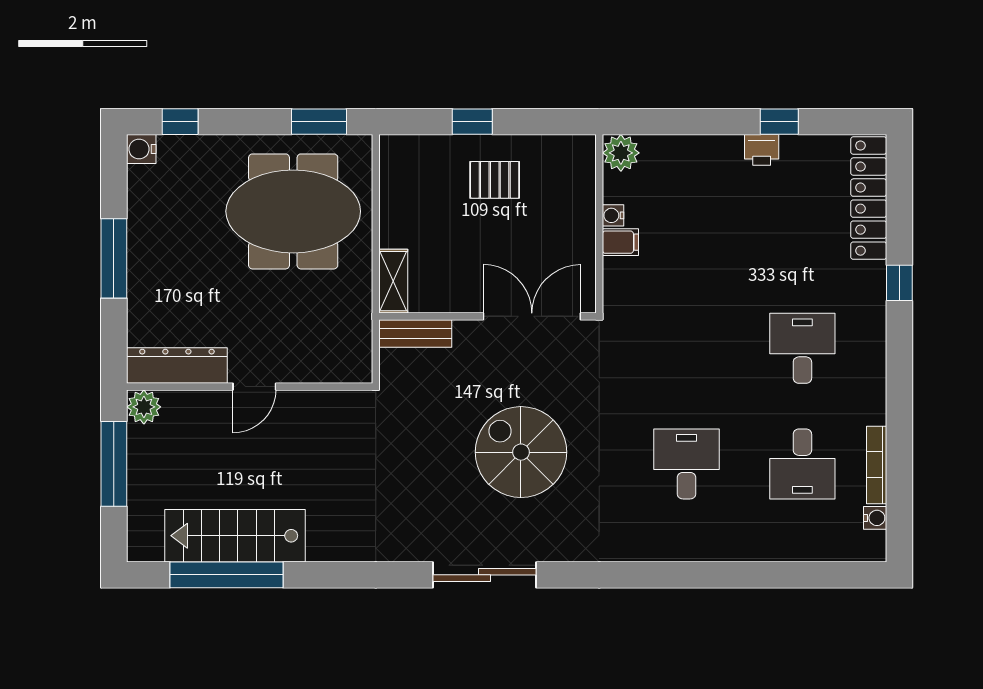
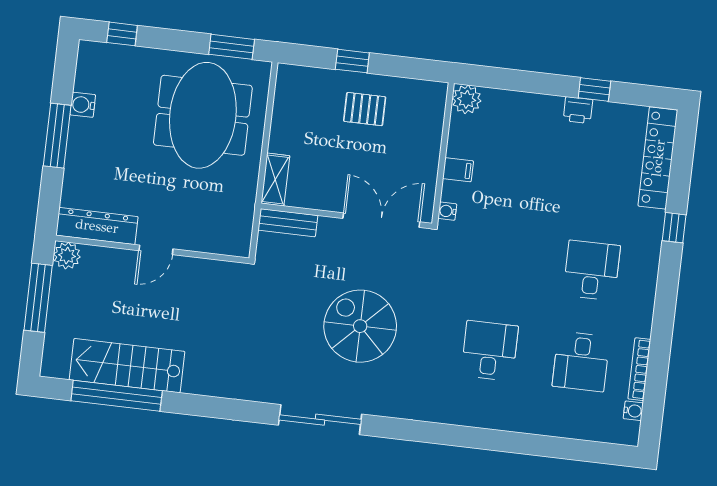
water cooler: (141, 149) -> (83, 105), moved
meeting table: (293, 211) -> (203, 115), turned 90
water cooler: (613, 215) -> (447, 211), moved

